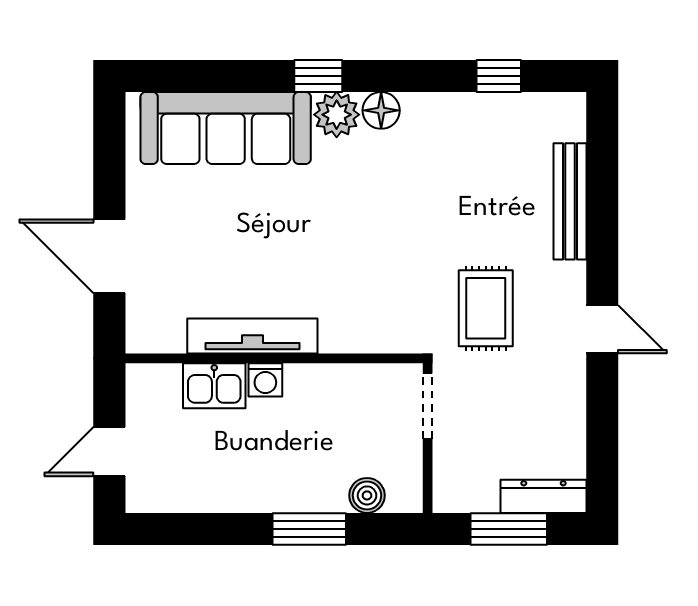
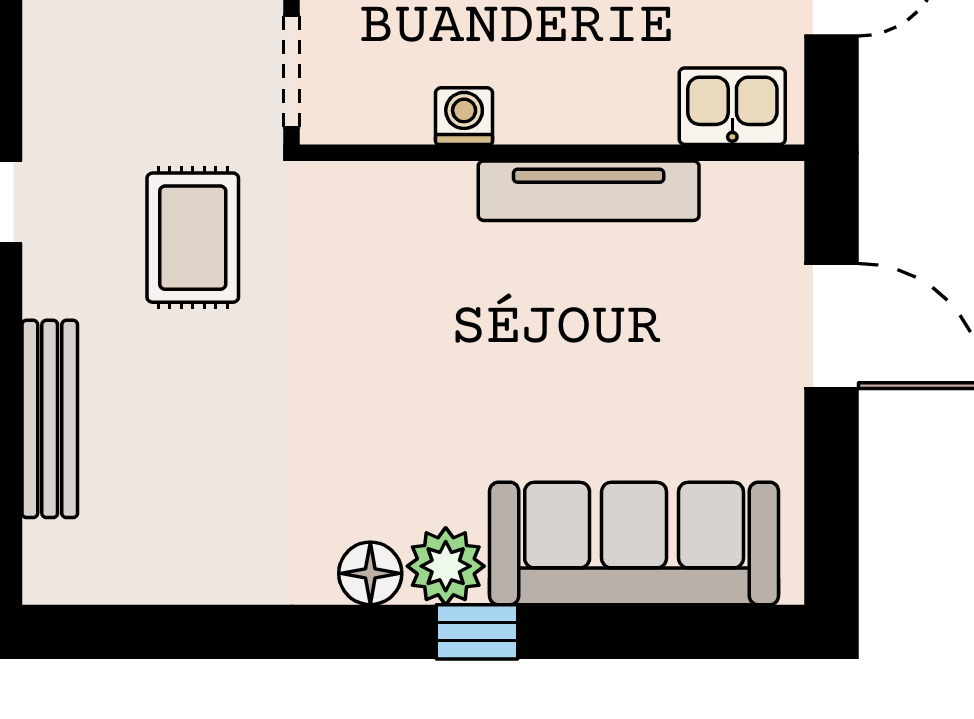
window: (499, 76) -> (170, 632), removed
washing machine: (265, 380) -> (464, 116), moved
kitchen sink: (214, 386) -> (732, 106), moved

